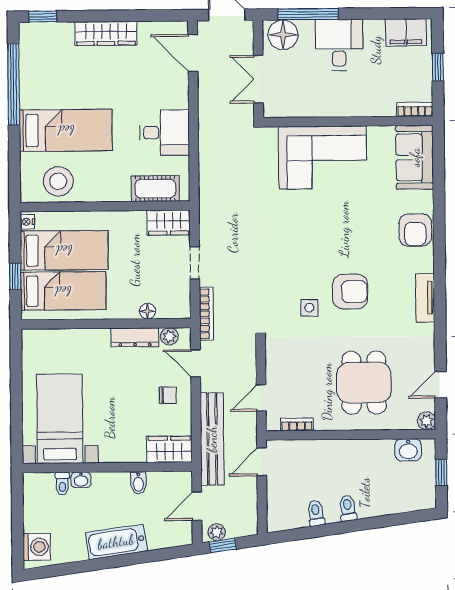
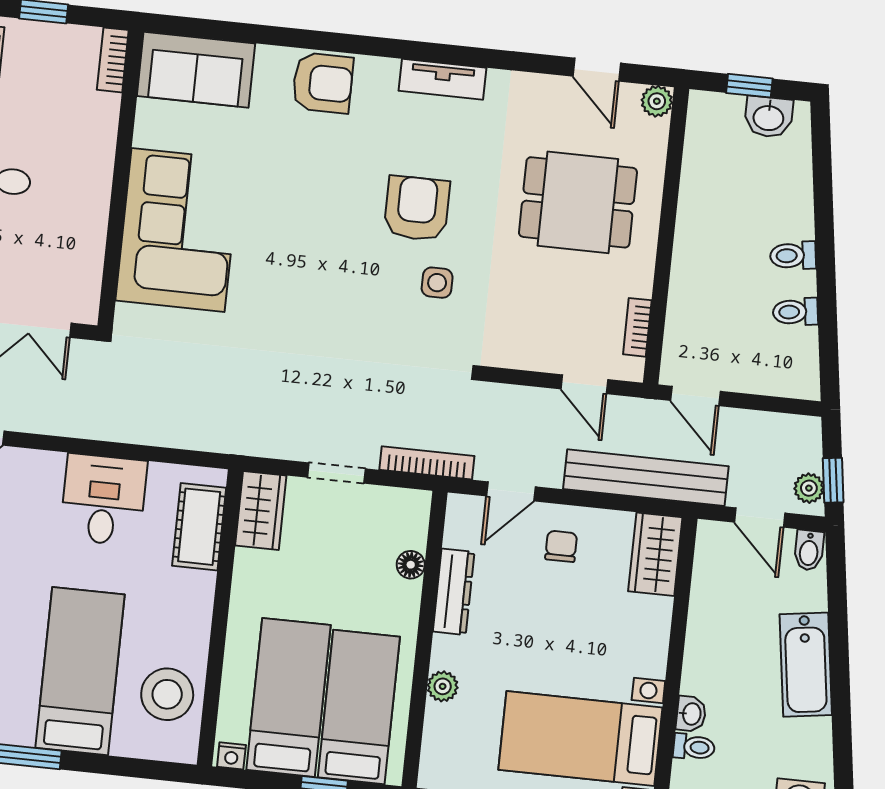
plant: (169, 336) -> (443, 686), moved
washbasin: (408, 450) -> (769, 117), moved, turned 90
bidet: (138, 483) -> (809, 550), moved, turned 90

